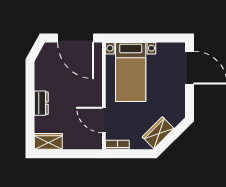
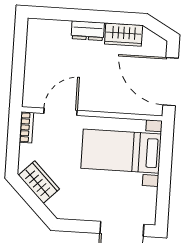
door: (76, 38) -> (171, 82), hinge flipped
wardrobe: (48, 141) -> (124, 35), moved, turned 90

